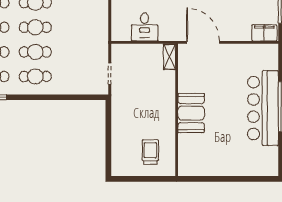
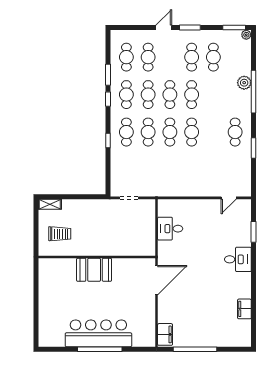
shelving: (169, 57) -> (50, 204), moved
window: (45, 97) -> (108, 140), added

